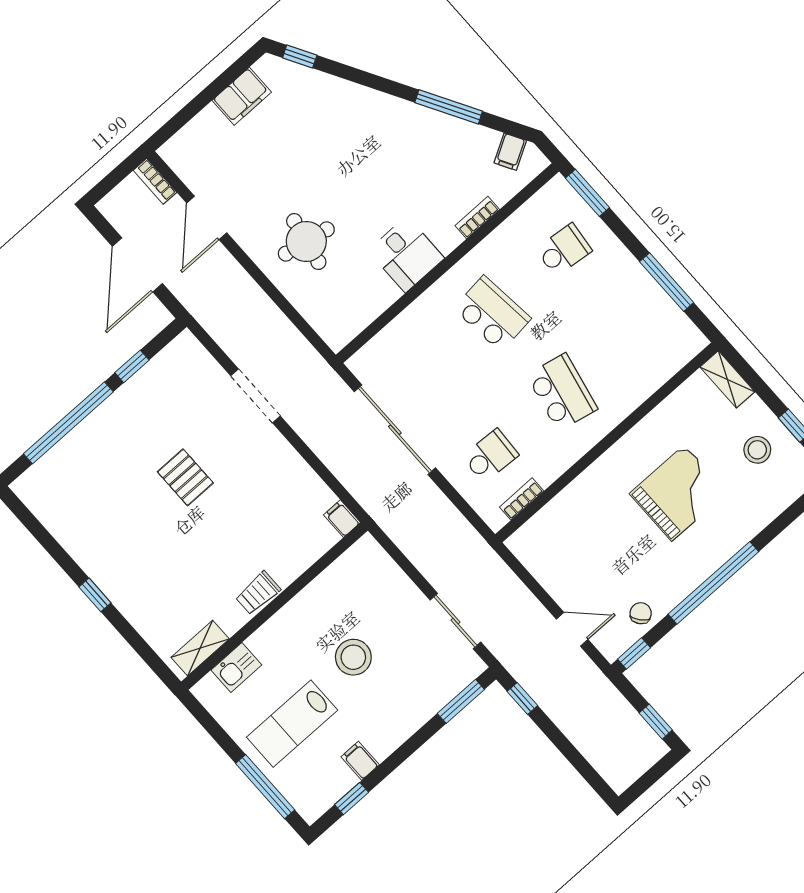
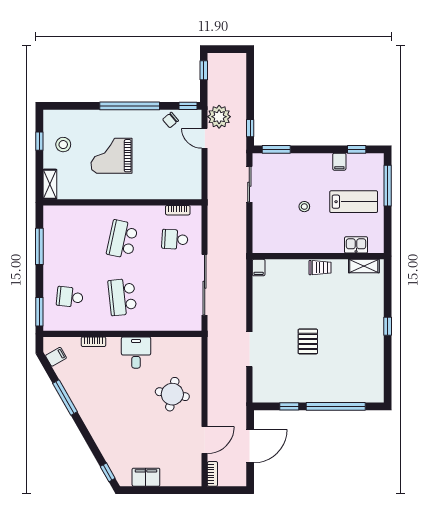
stool: (353, 657) -> (304, 207), width x0.53, depth x0.53
plant: (578, 676) -> (219, 117), added

